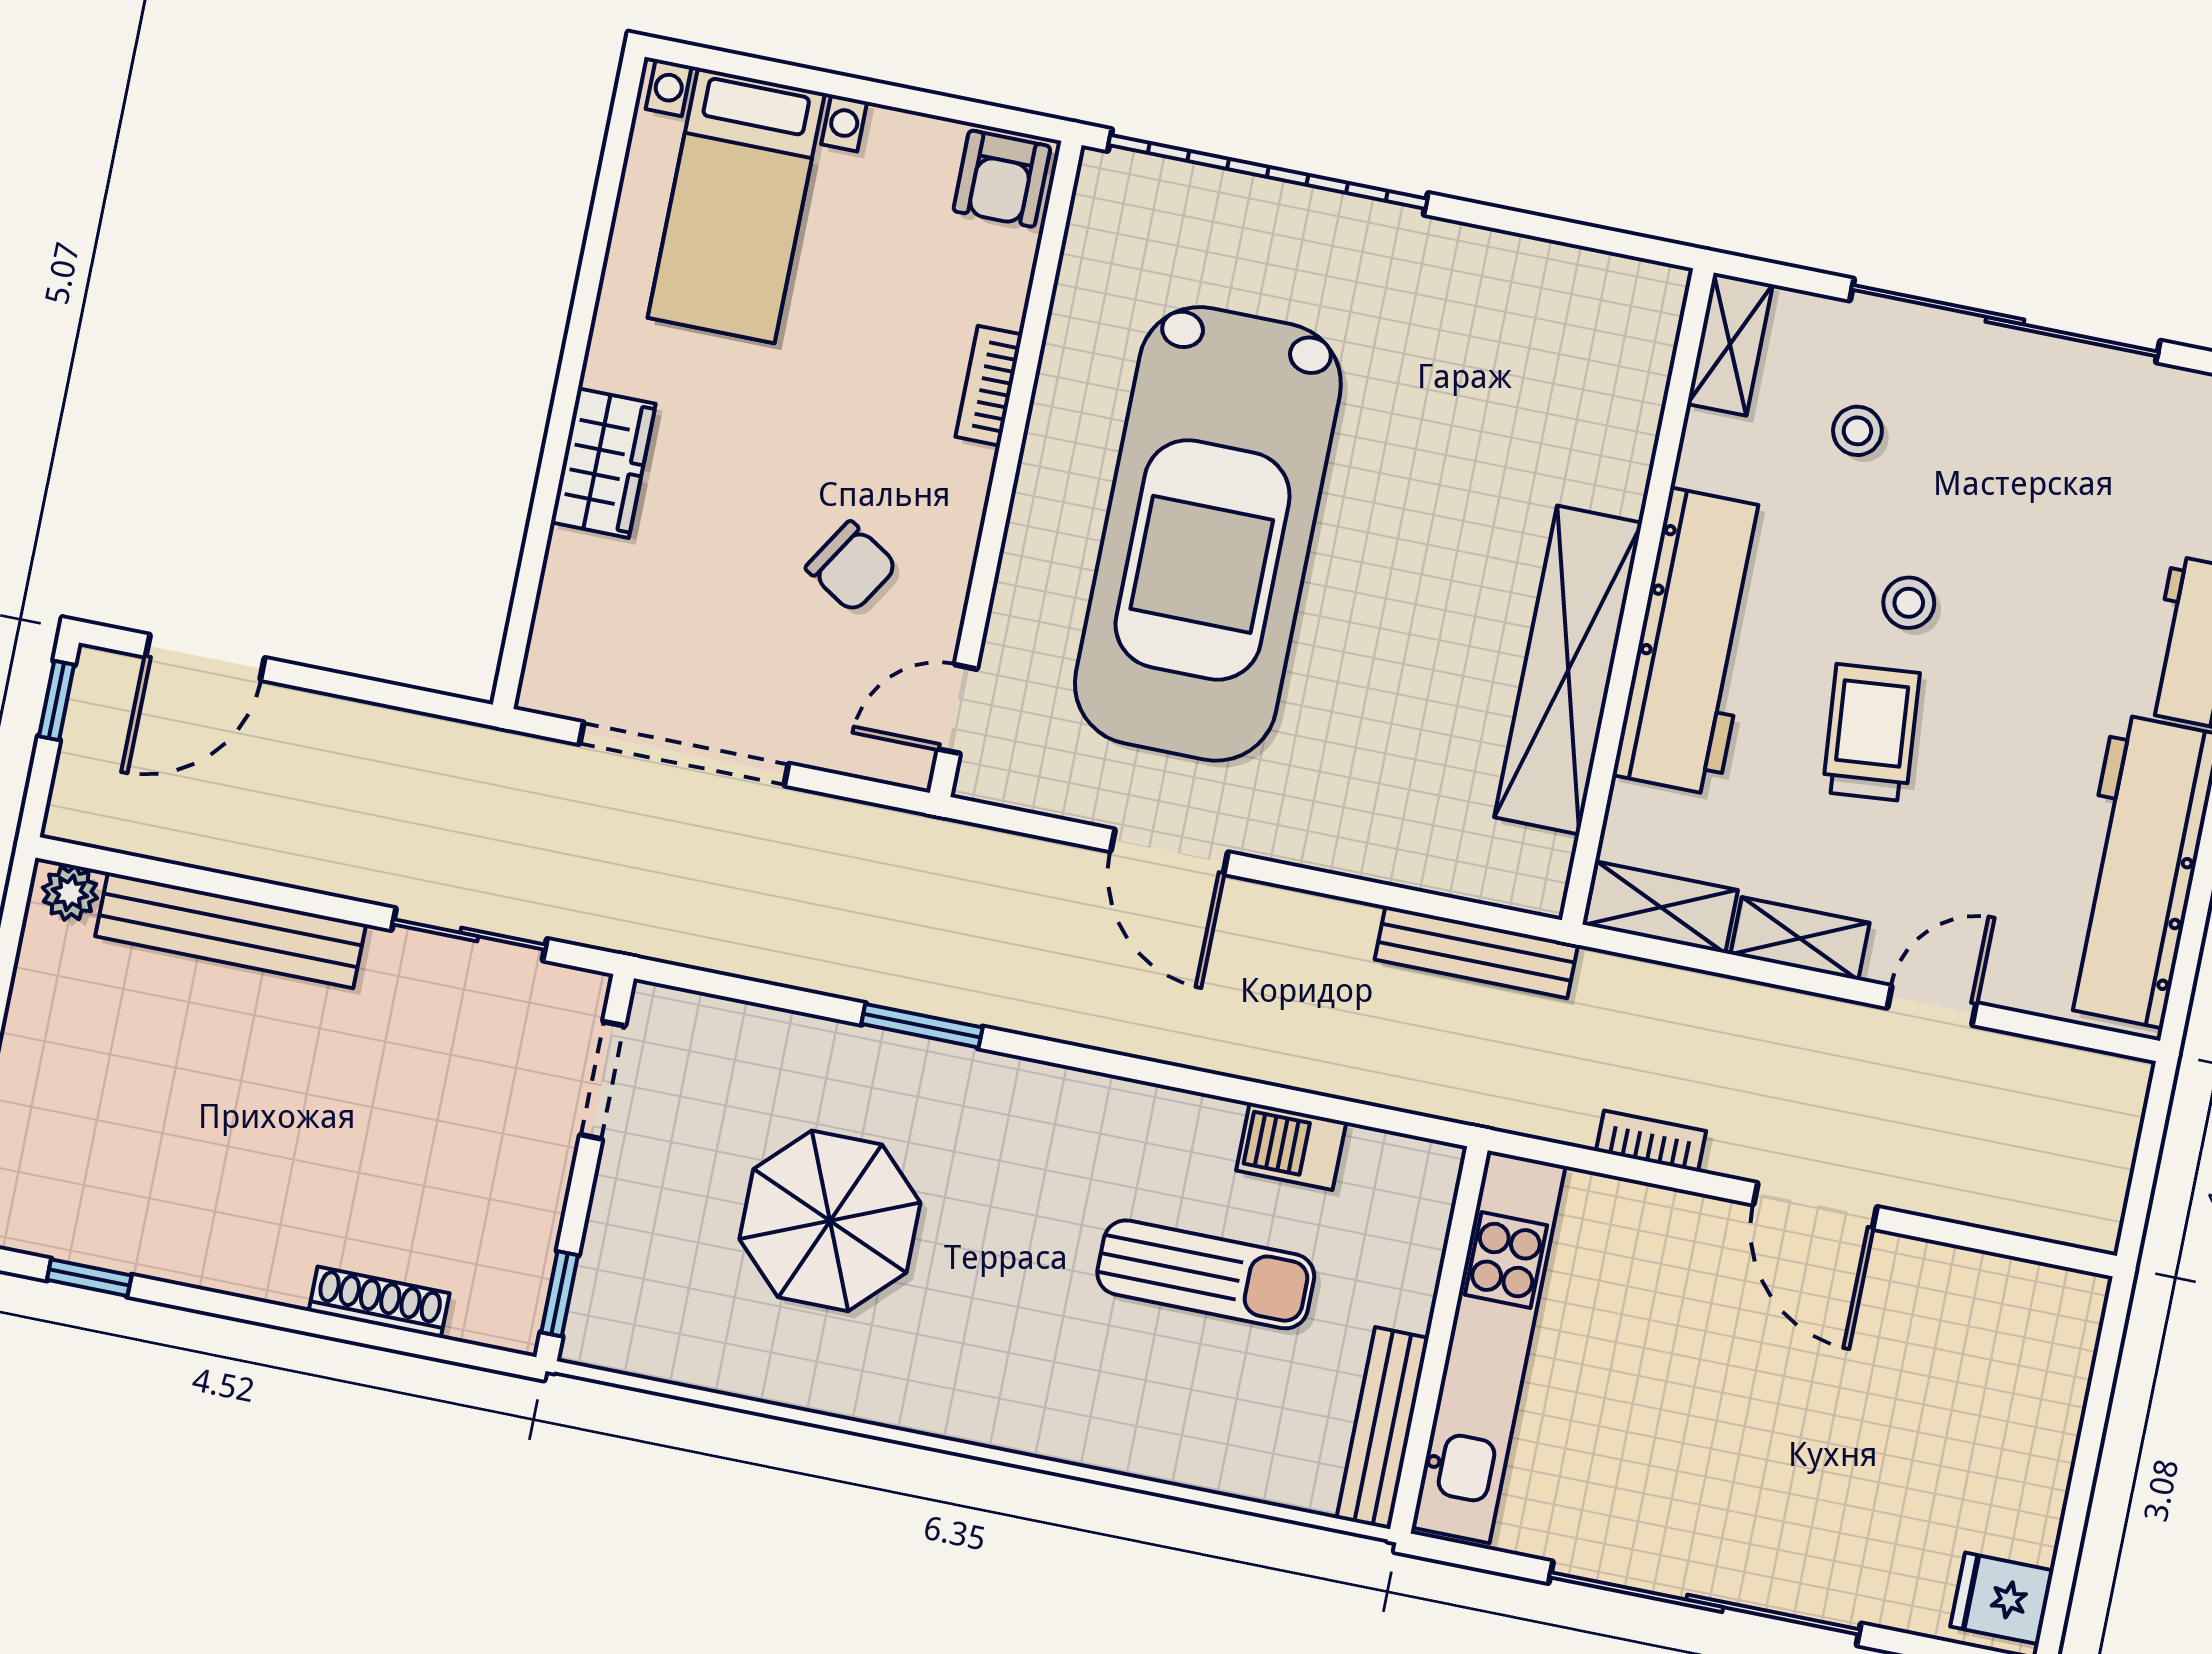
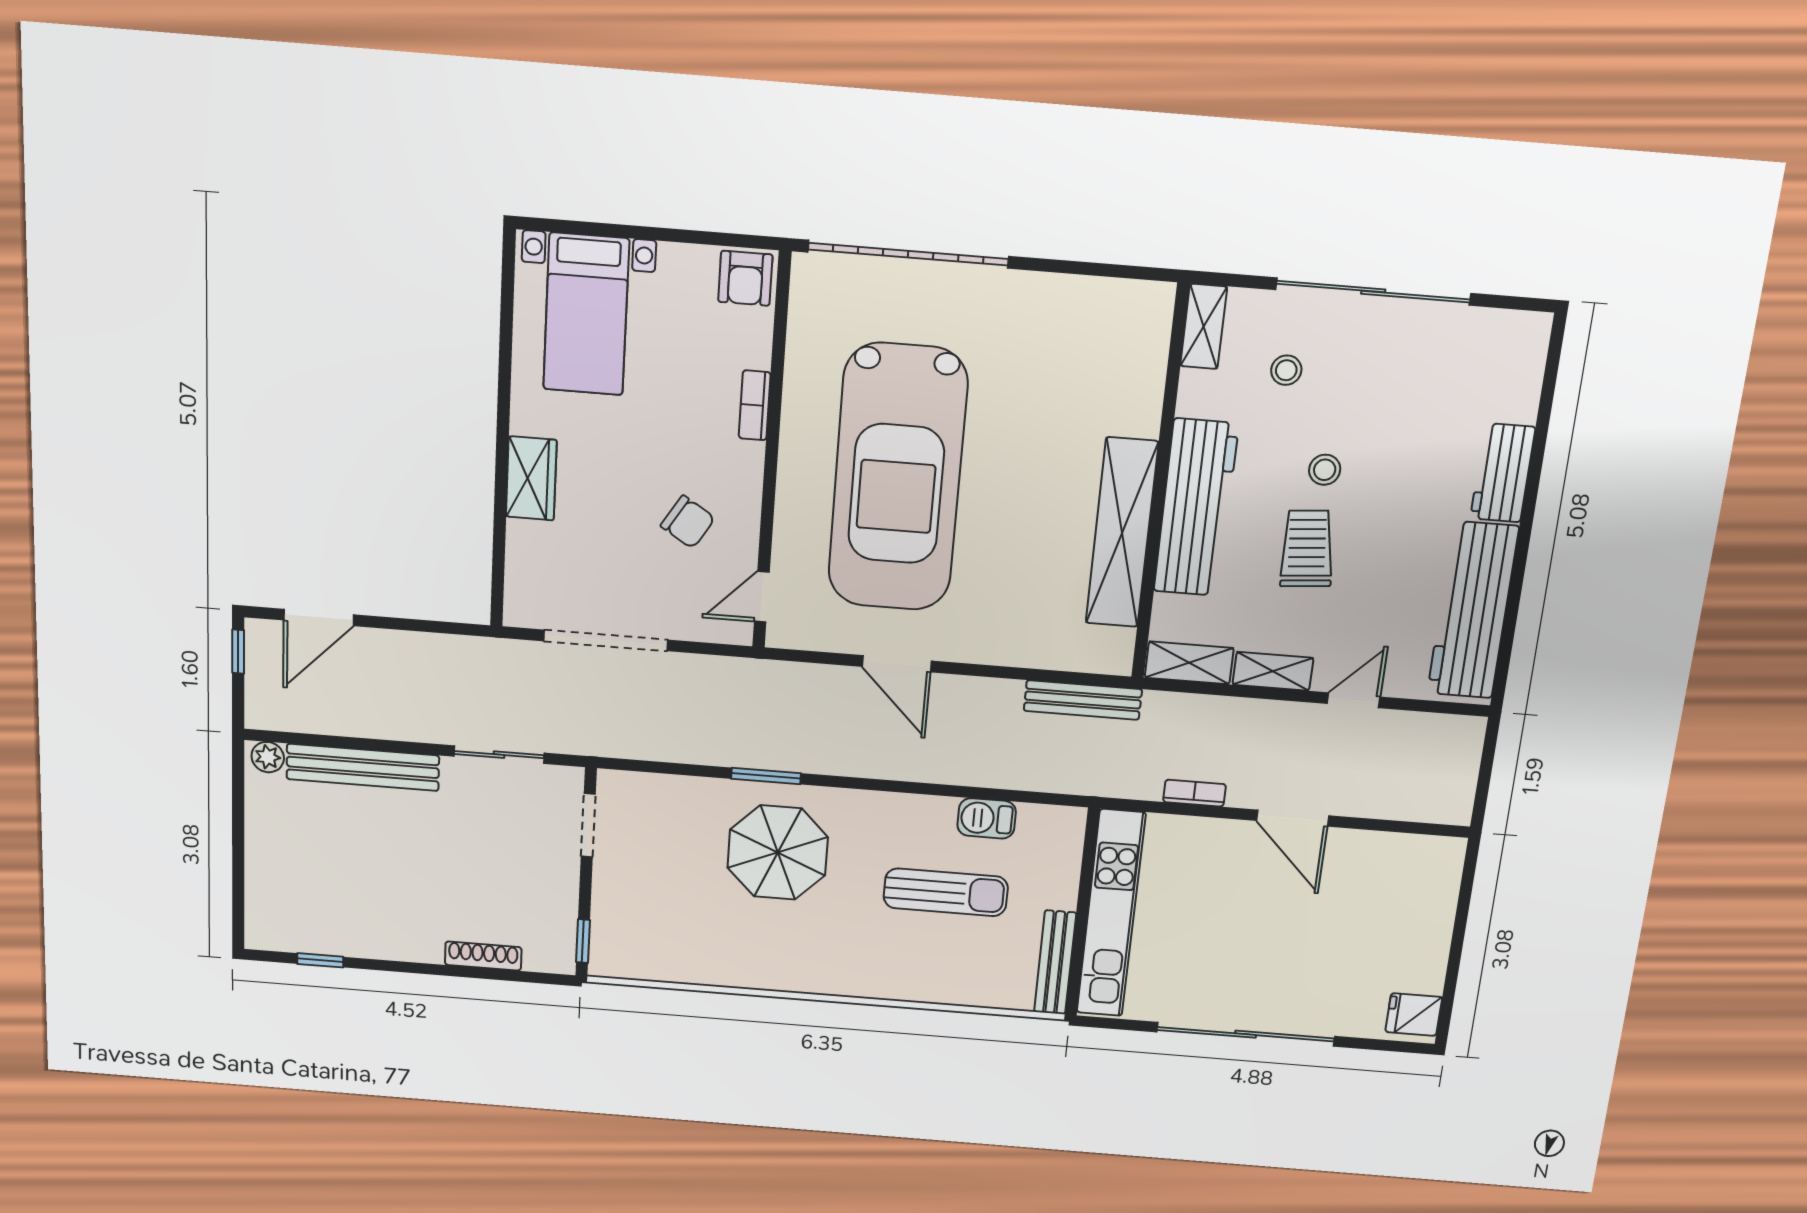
parasol: (830, 1221) -> (778, 853), moved

